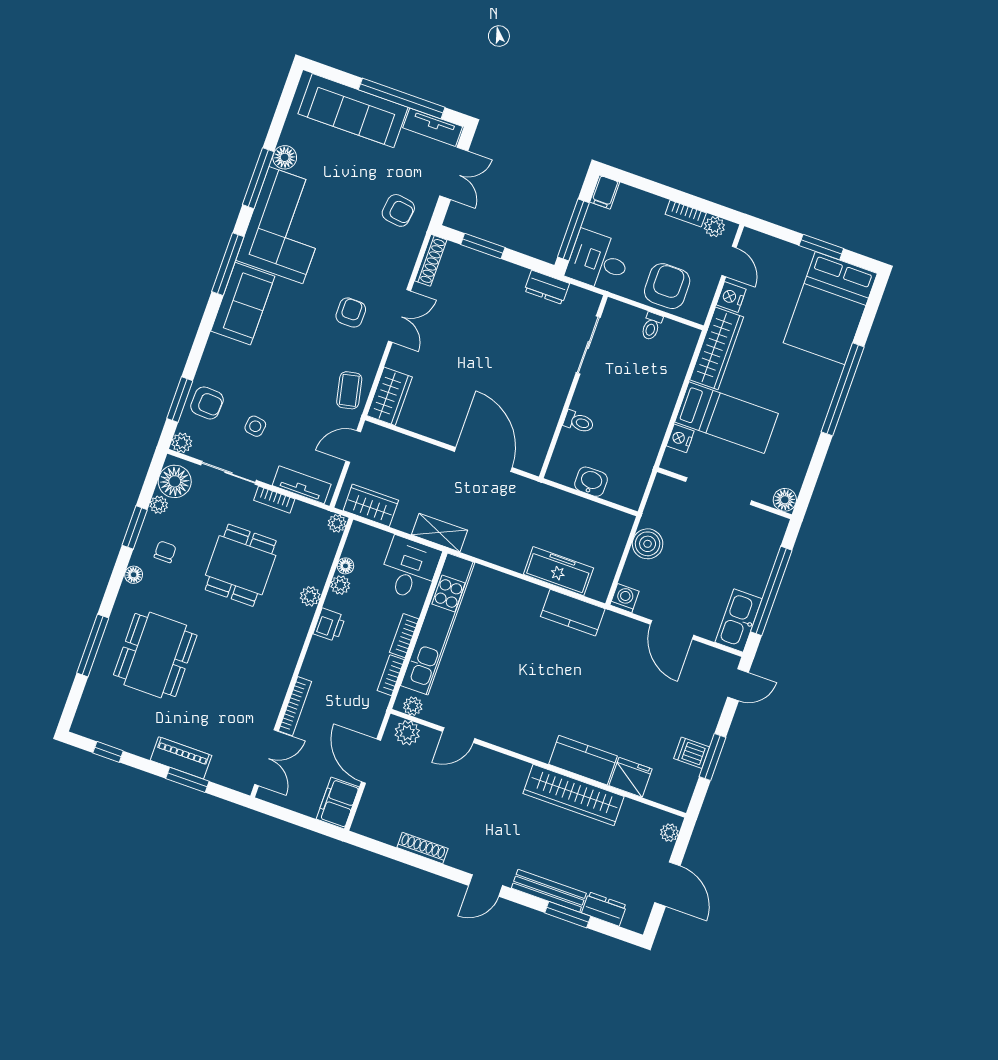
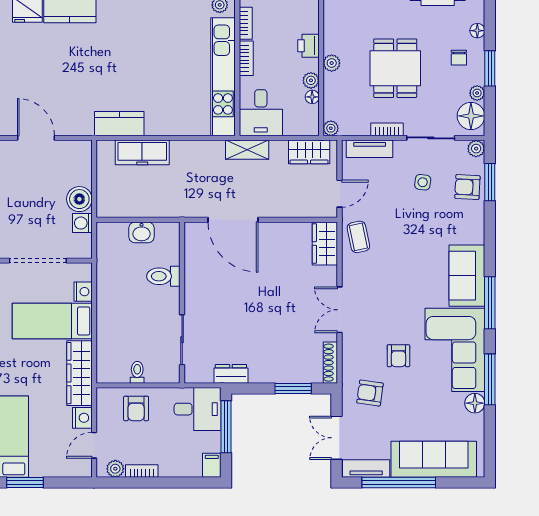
door: (729, 262) -> (94, 445), hinge flipped
armchair: (667, 286) -> (136, 408), width x0.72, depth x0.72
armchair: (351, 313) -> (398, 356), moved
toilet: (579, 422) -> (163, 276), width x1.37, depth x1.39
washing machine: (625, 598) -> (82, 223), moved, turned 90

